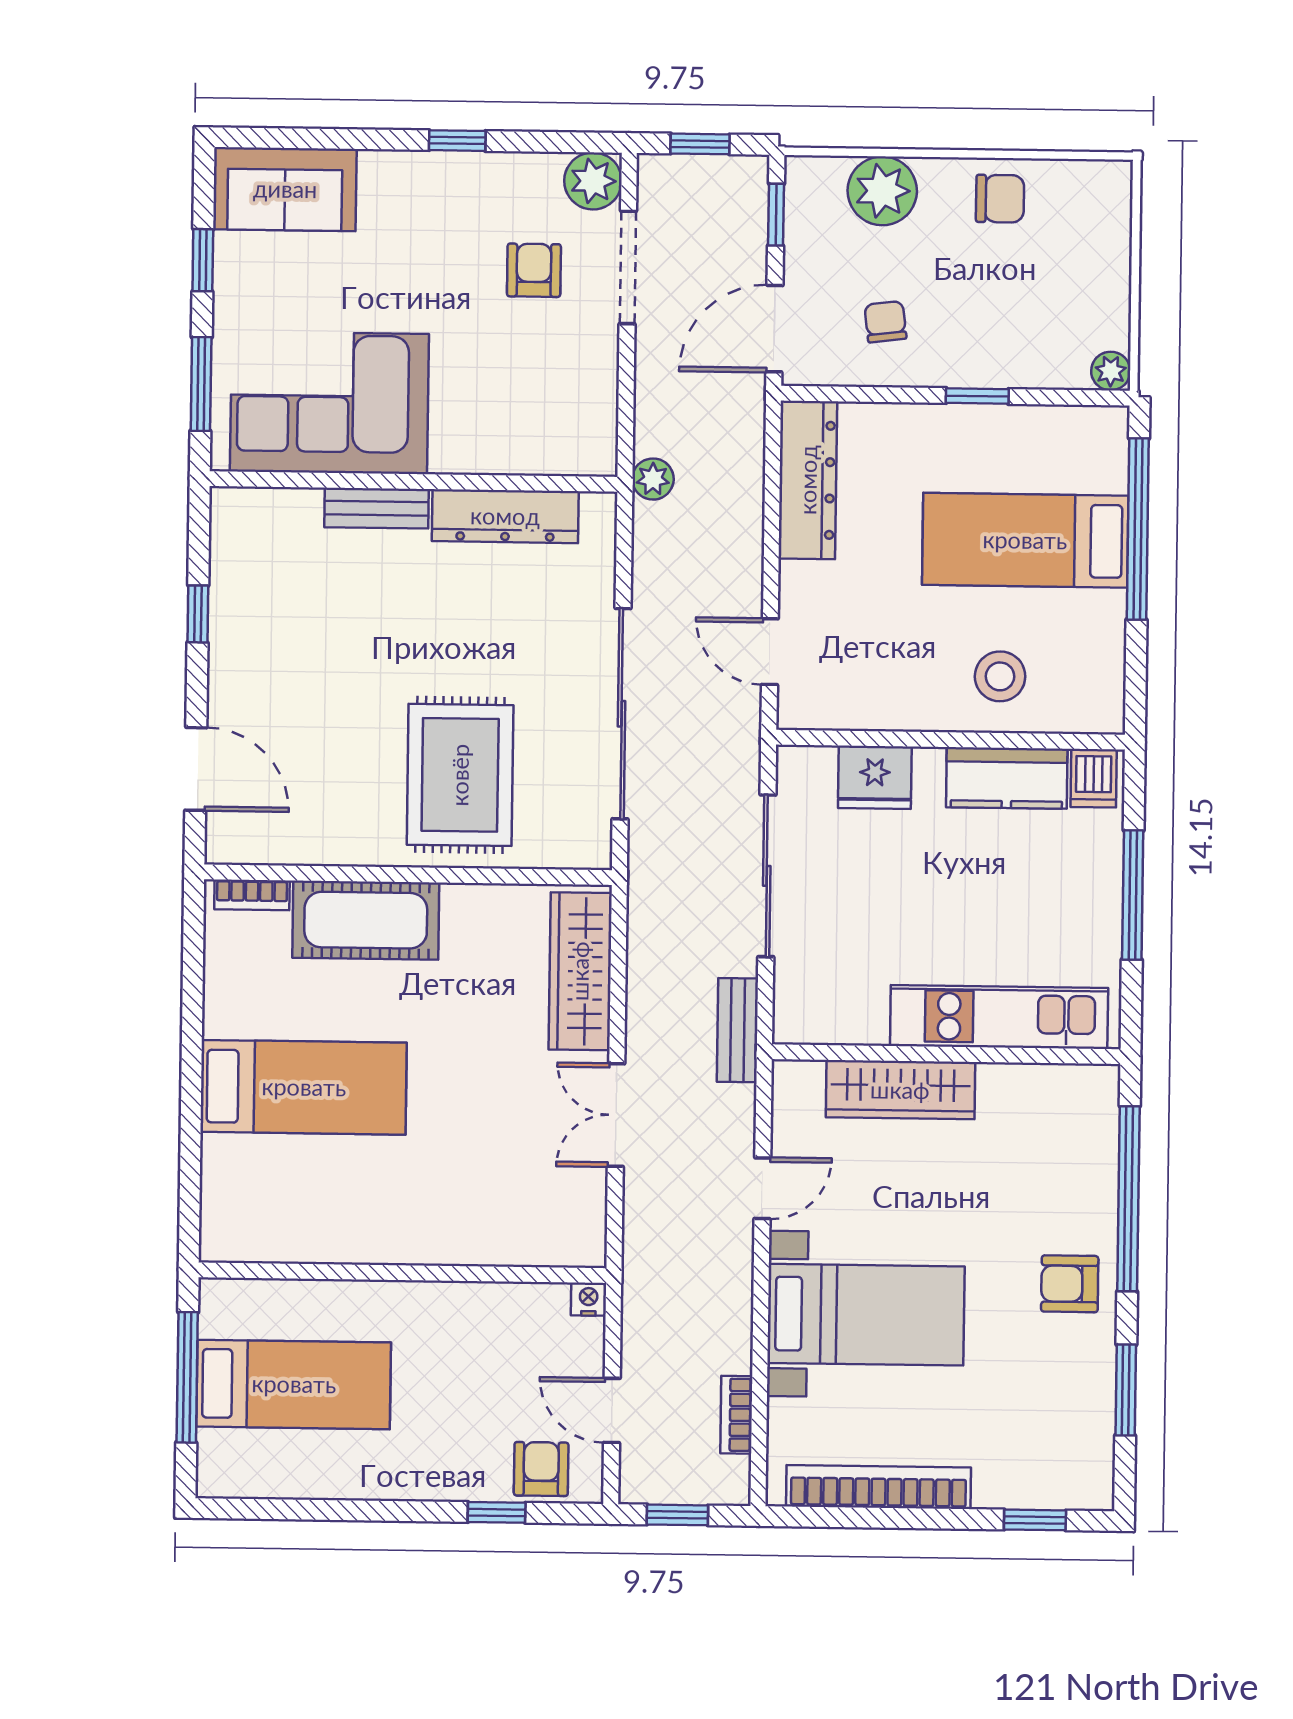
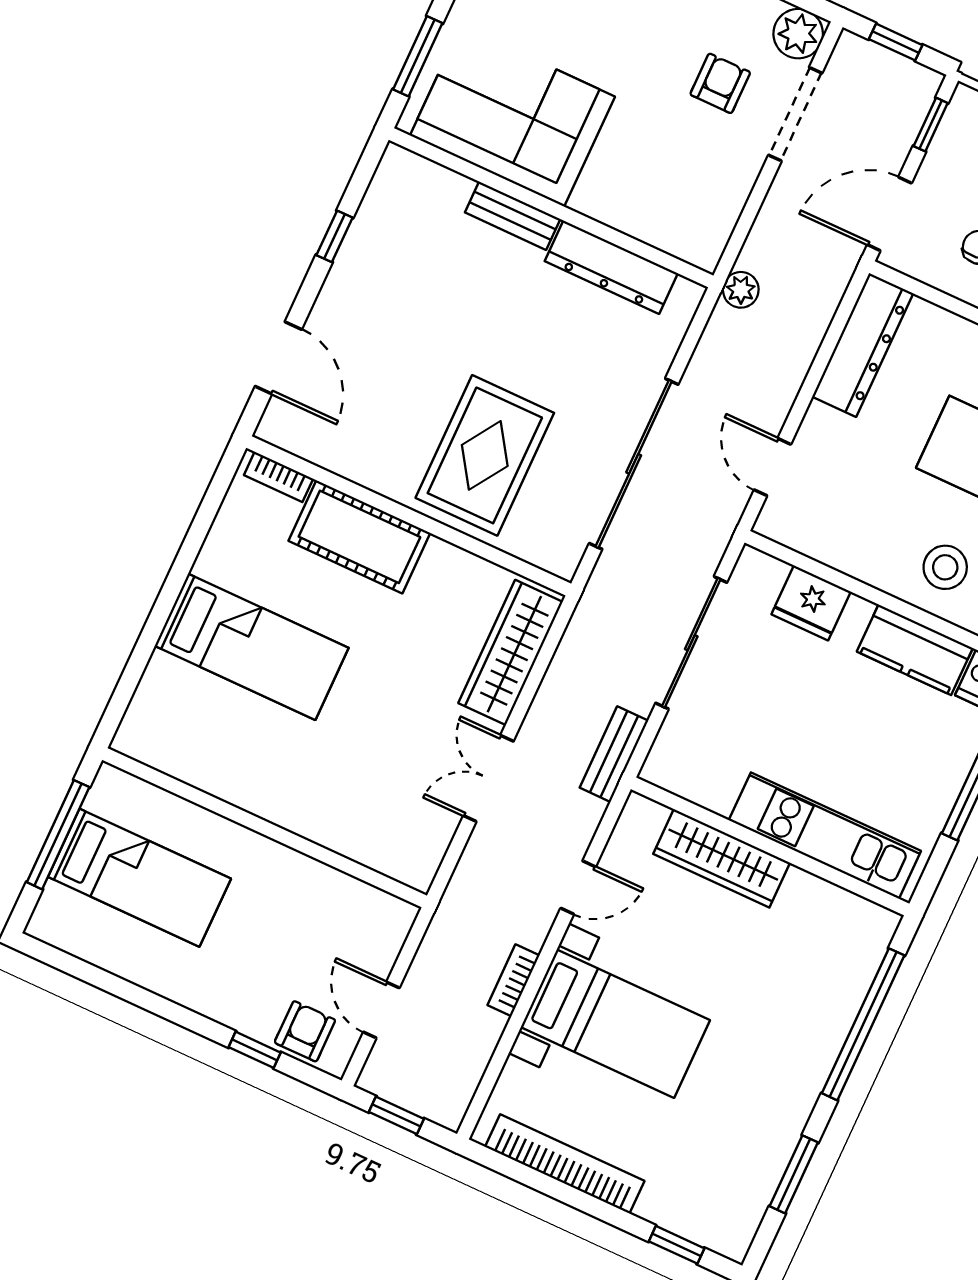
armchair: (1070, 1284) -> (787, 1071), removed
nightstand: (589, 1299) -> (402, 914), removed
bookcase: (736, 1415) -> (514, 980), moved

